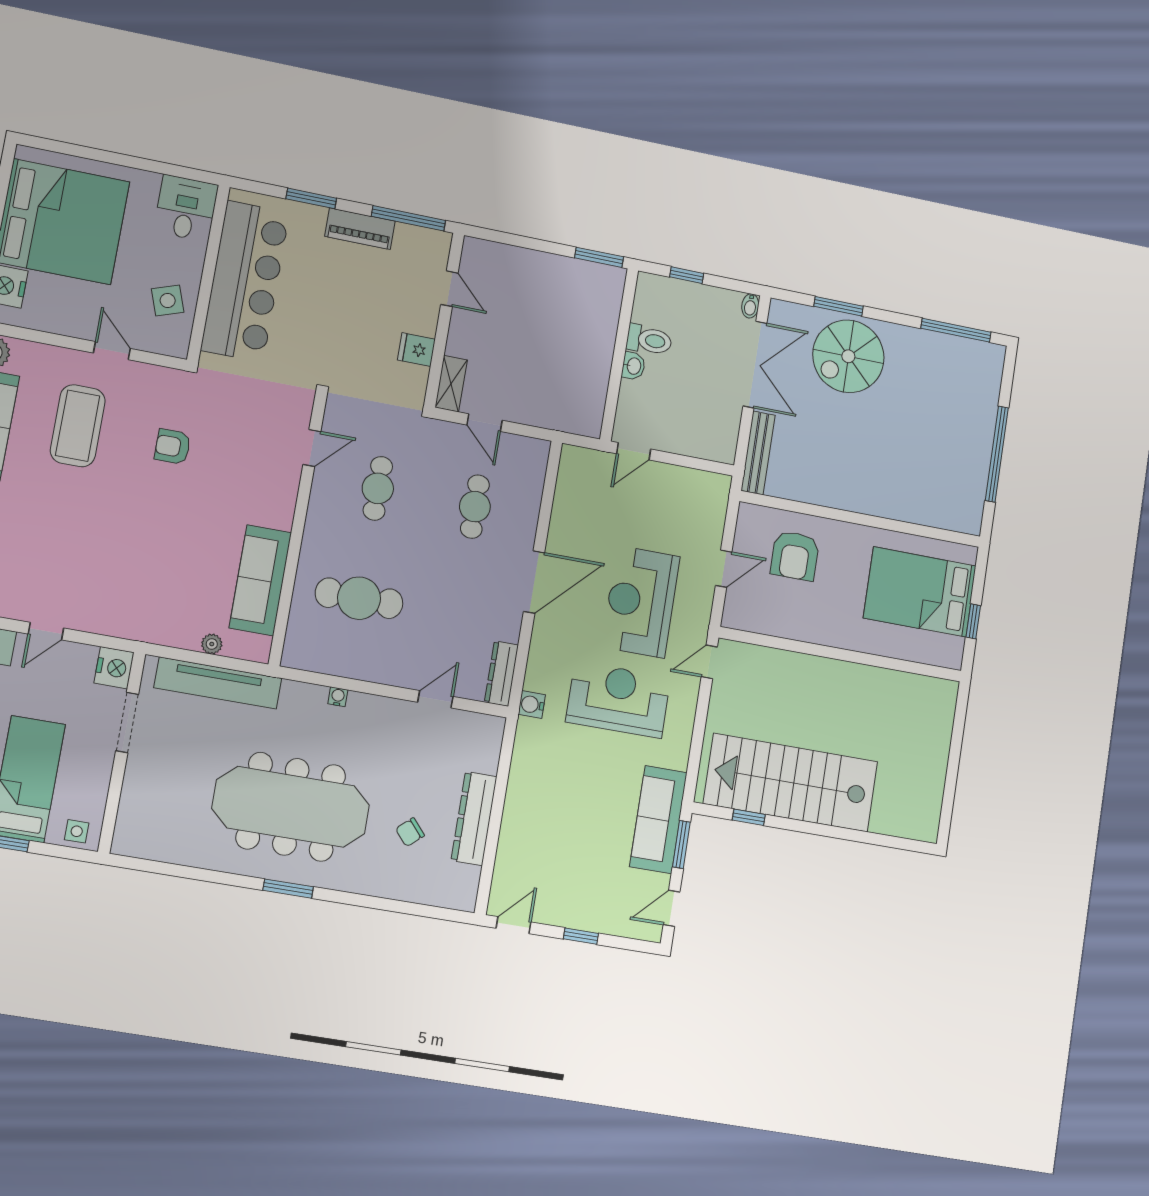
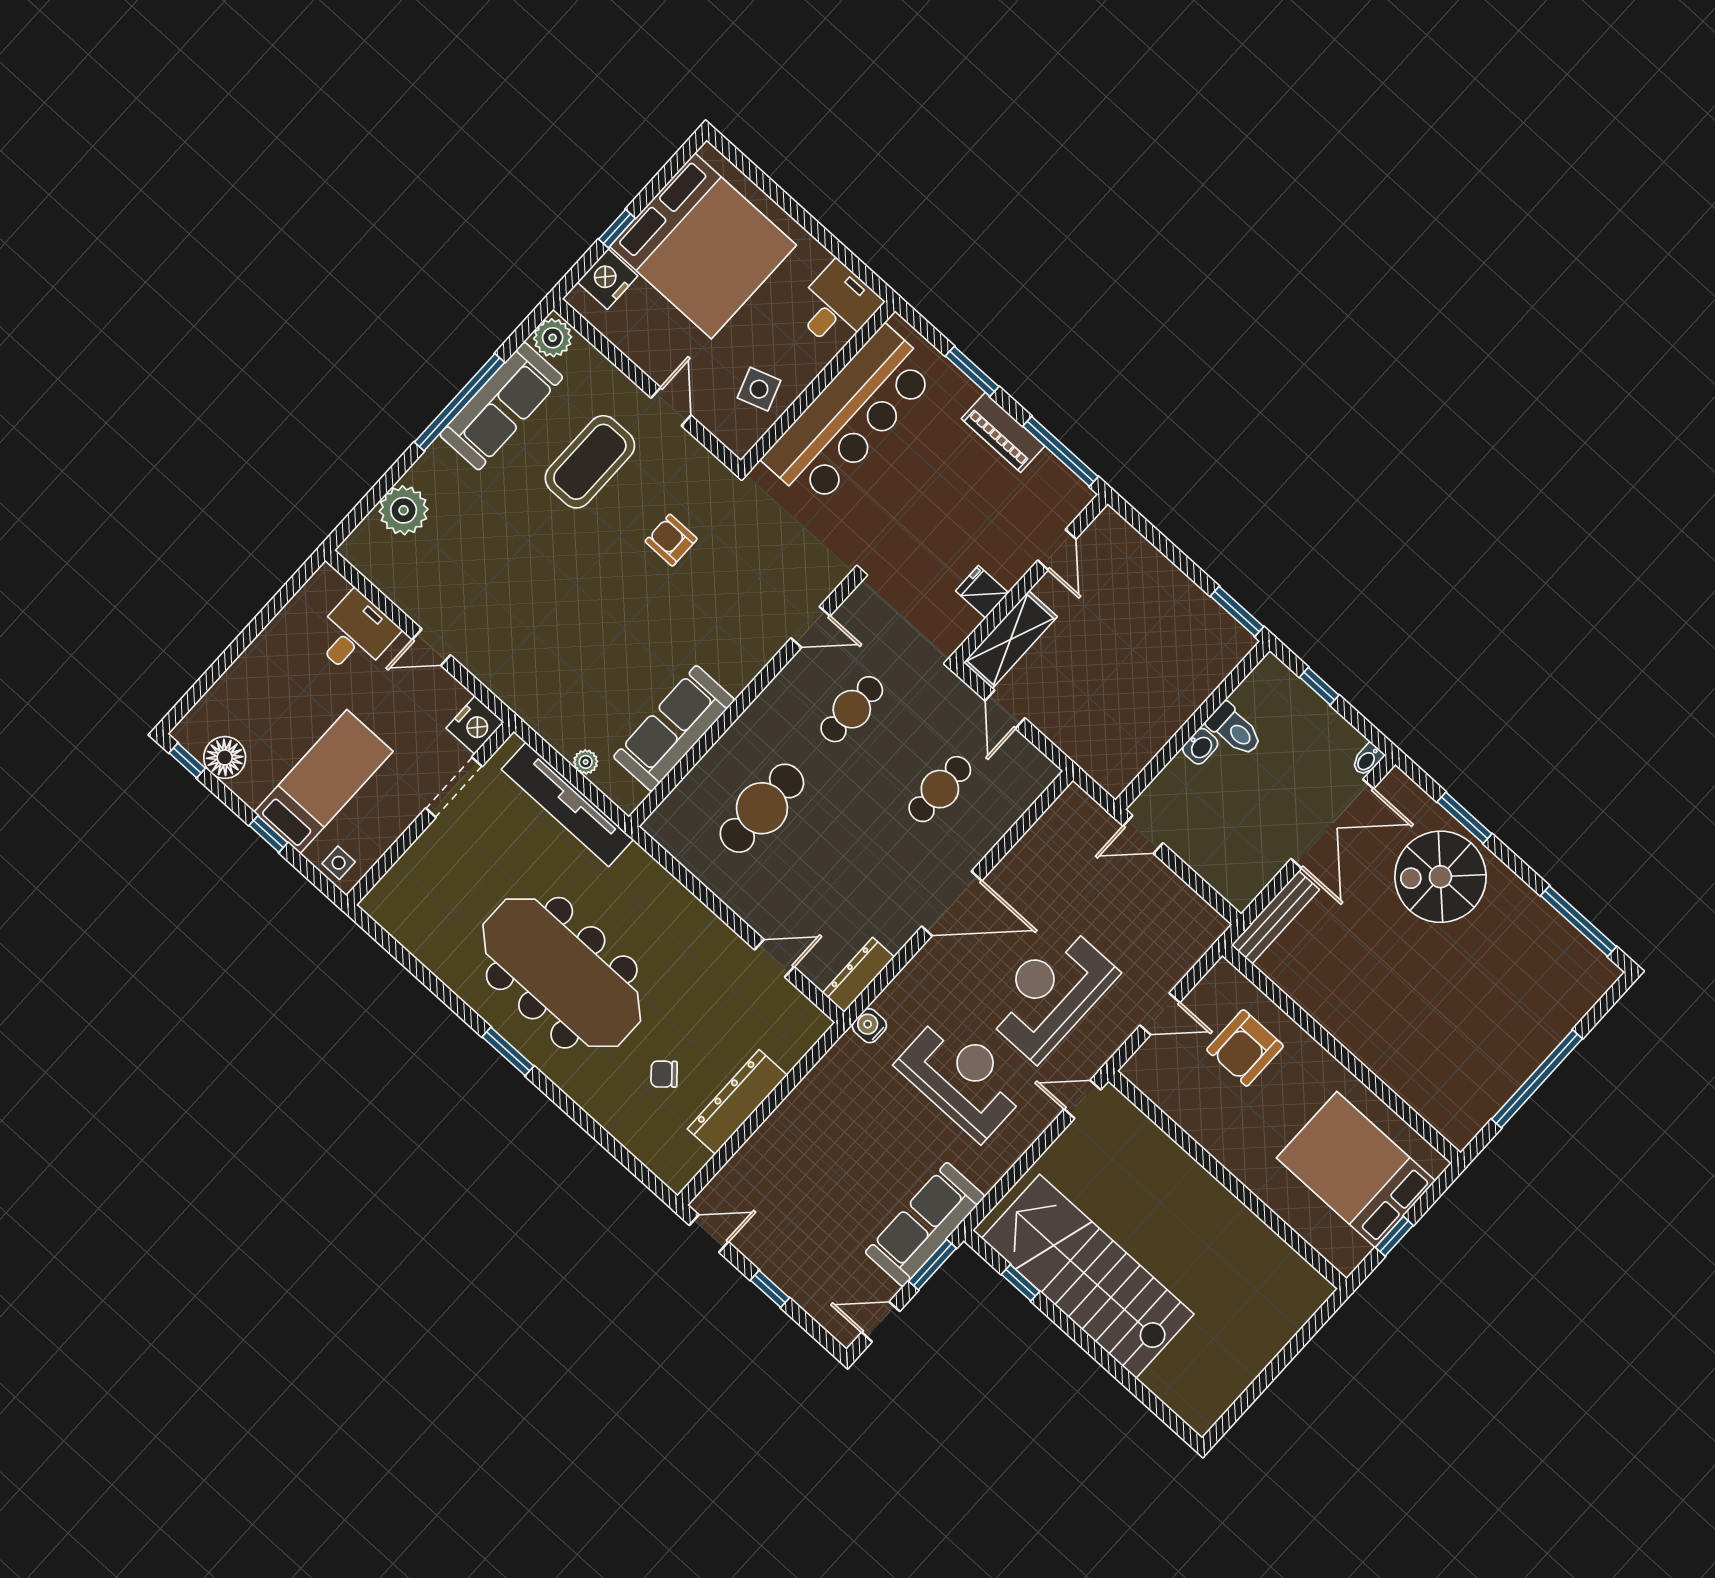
shelving: (451, 384) -> (1010, 640), width x1.50, depth x1.33
cafe table: (359, 598) -> (762, 808), turned 90
water cooler: (338, 697) -> (678, 893), removed

